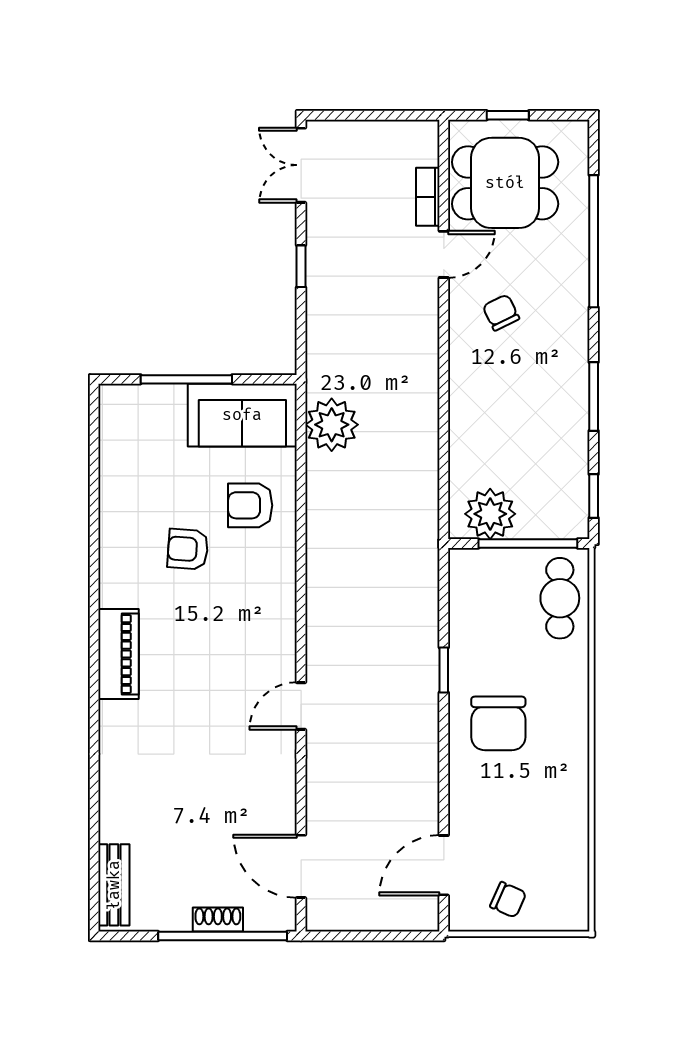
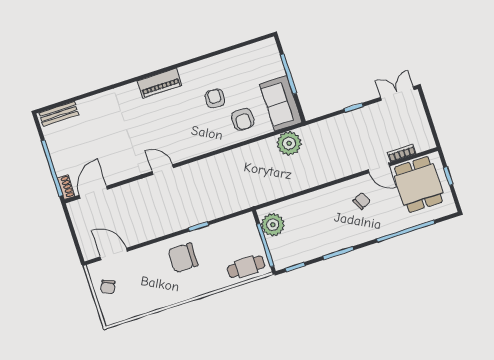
armchair: (250, 505) -> (243, 119), turned 180
shoe rack: (218, 920) -> (66, 187), moved

